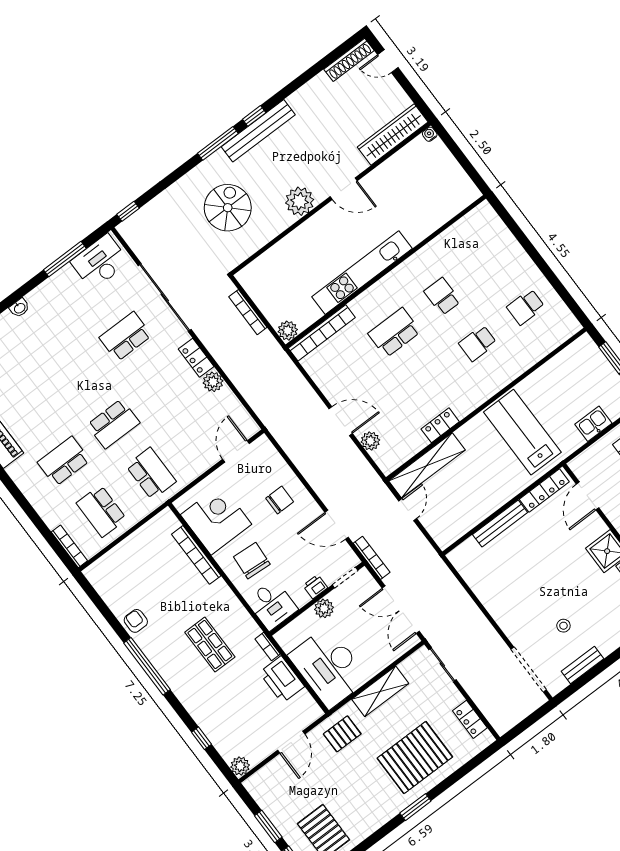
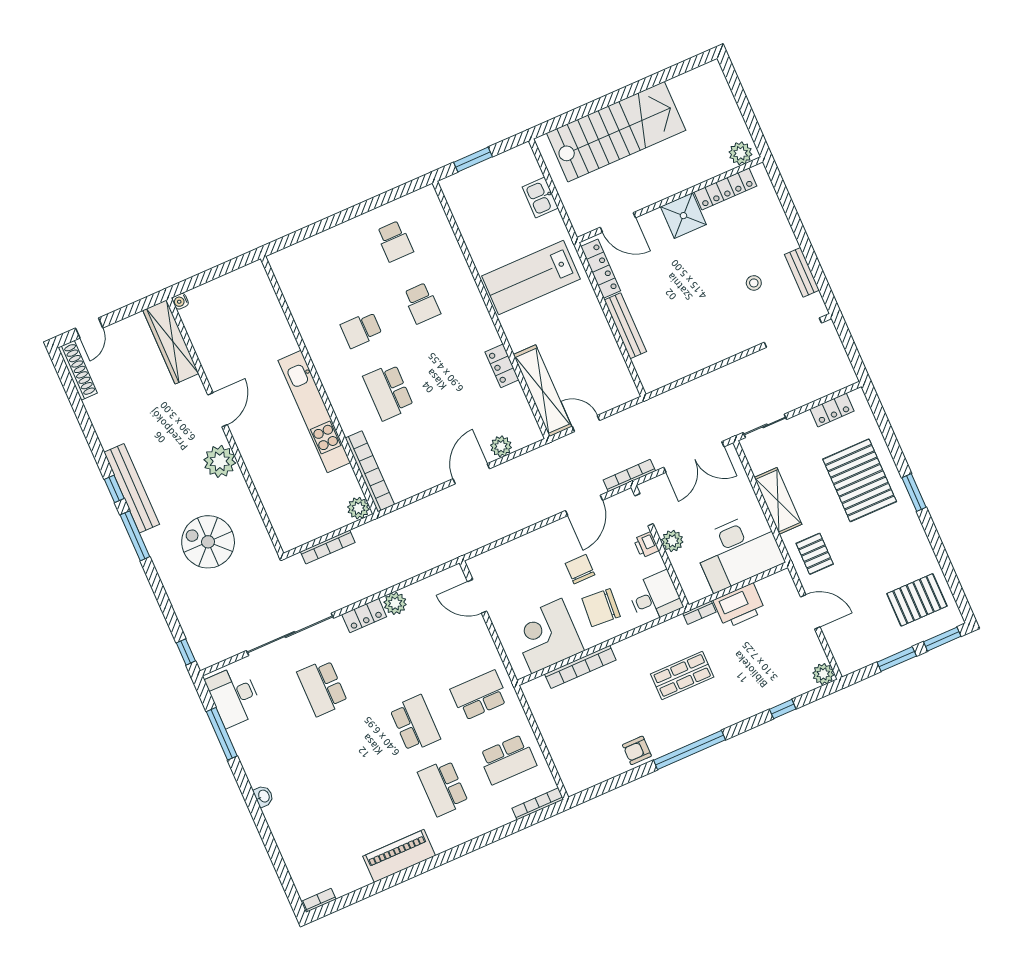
chair: (280, 500) -> (580, 569), moved

